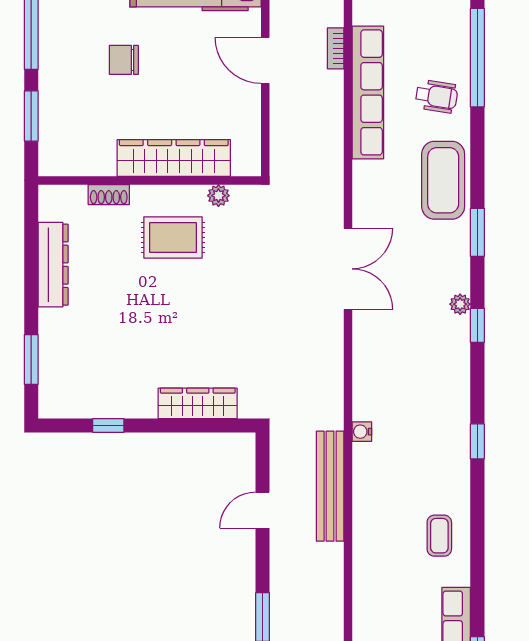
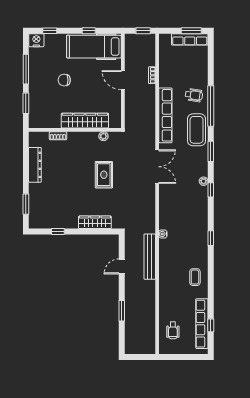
window: (477, 58) -> (211, 106), moved
row of seats: (368, 92) -> (165, 115), moved
rug: (173, 237) -> (104, 175), moved, turned 90

